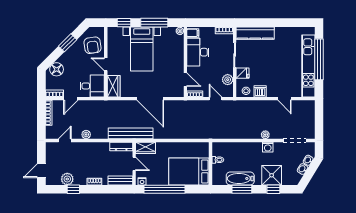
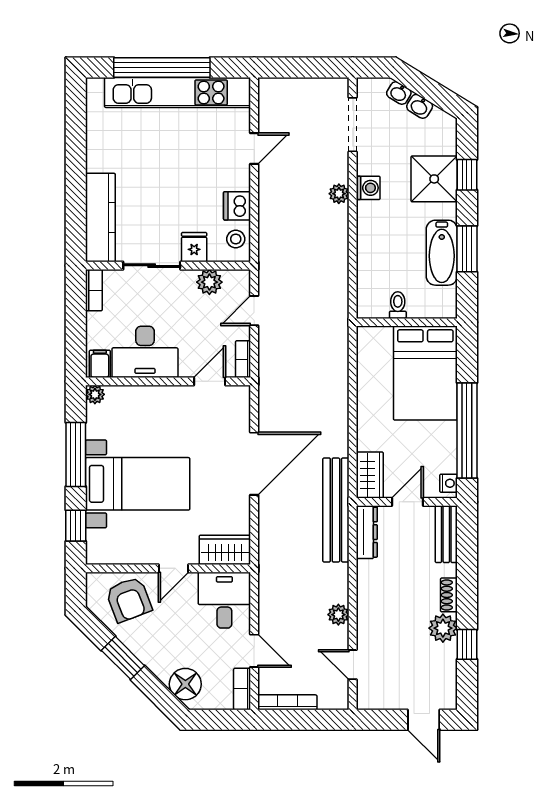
armchair: (93, 45) -> (129, 600), turned 77
plant: (67, 179) -> (443, 628), moved

